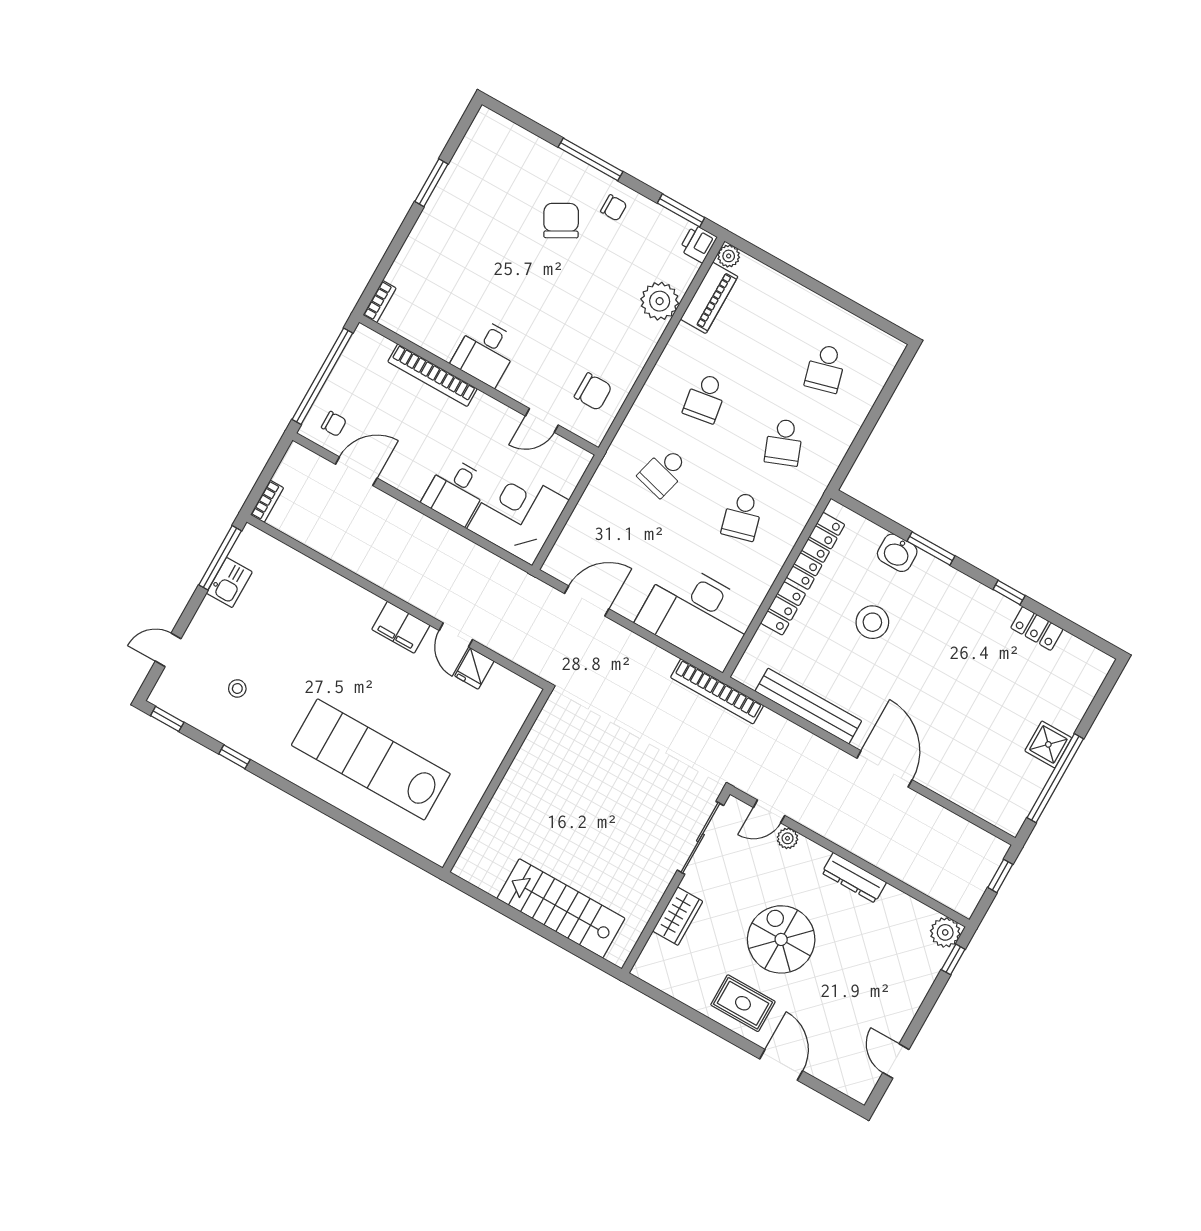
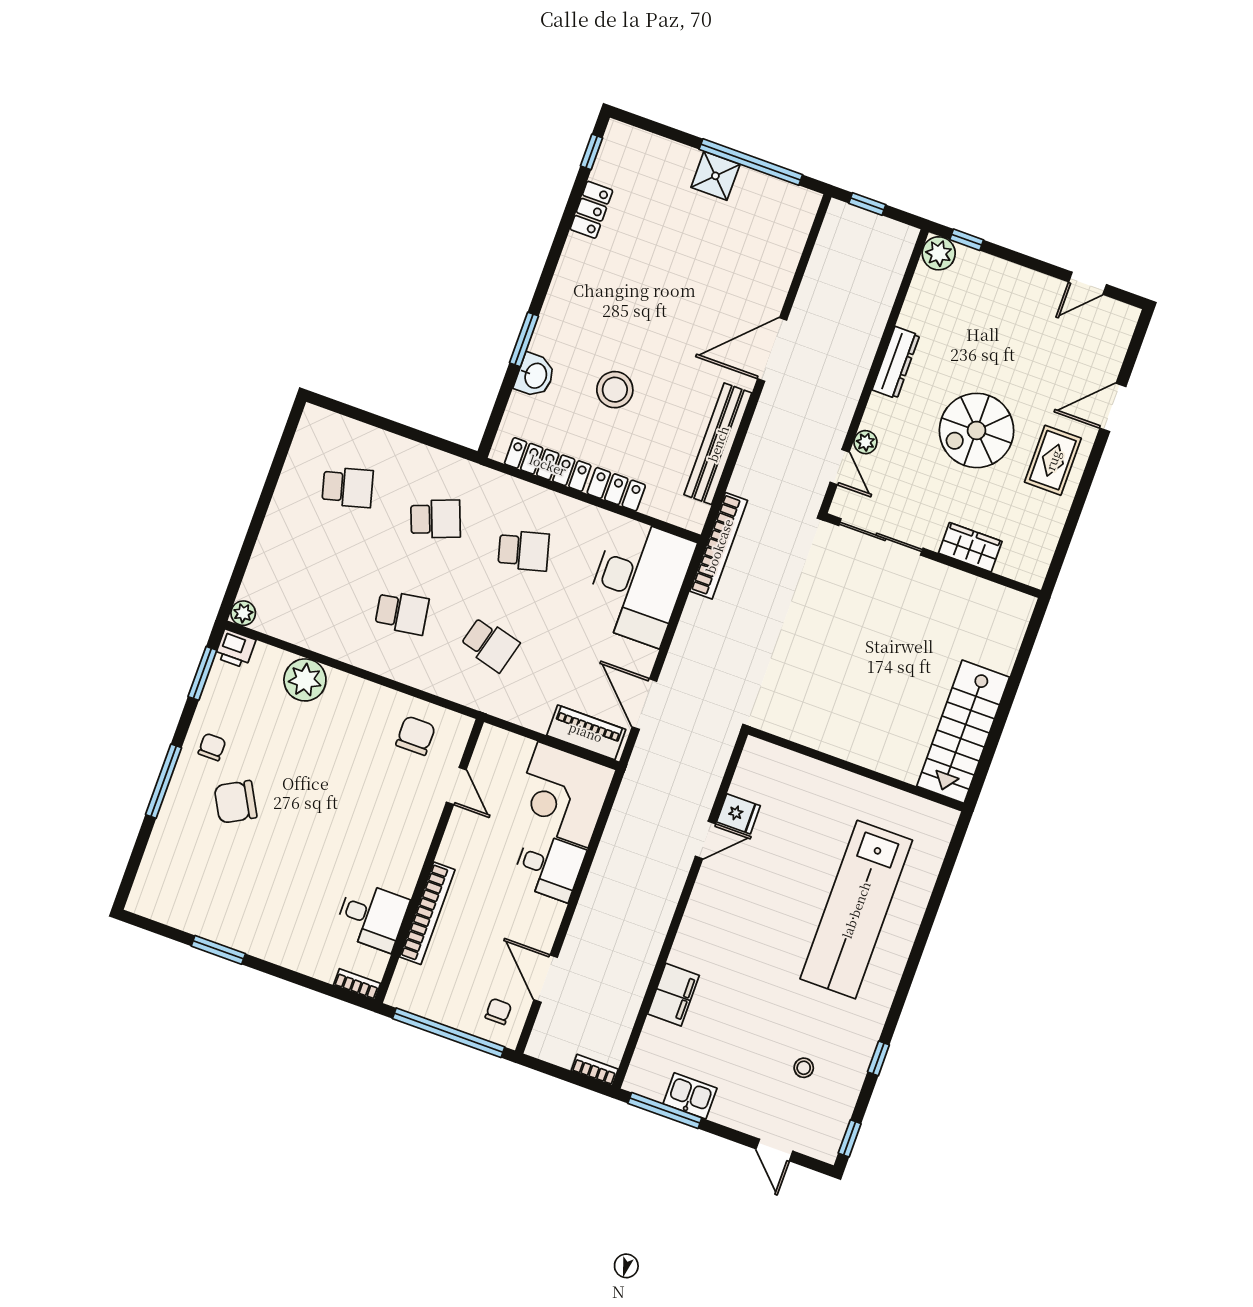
piano: (709, 298) -> (586, 732), moved
desk: (486, 352) -> (372, 916), moved
window: (1009, 592) -> (592, 152), moved
filing cabinet: (401, 627) -> (673, 995), moved
stairs: (561, 908) -> (963, 732), moved

